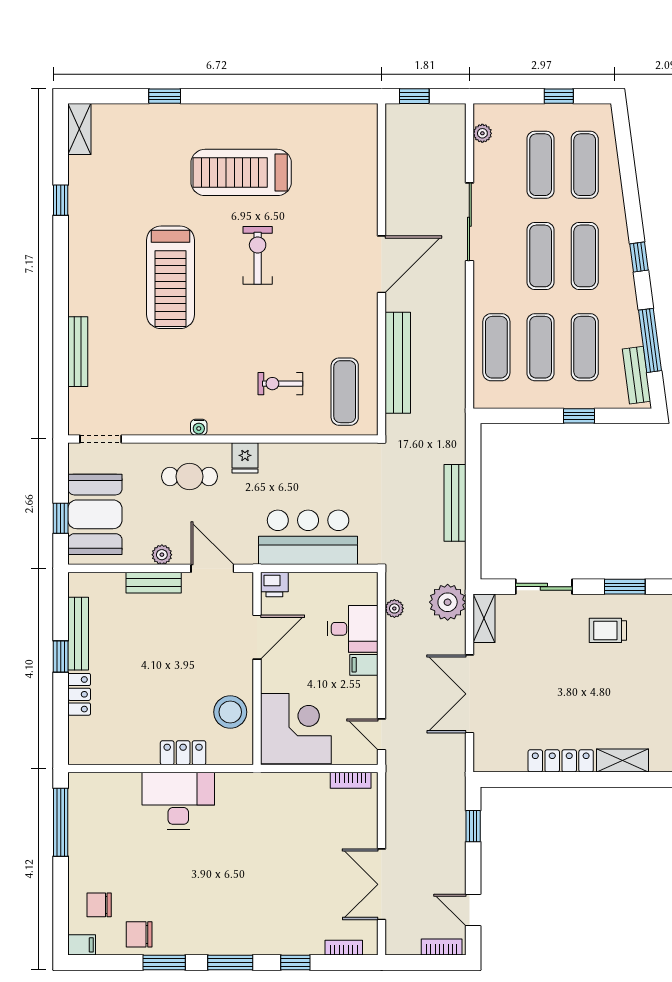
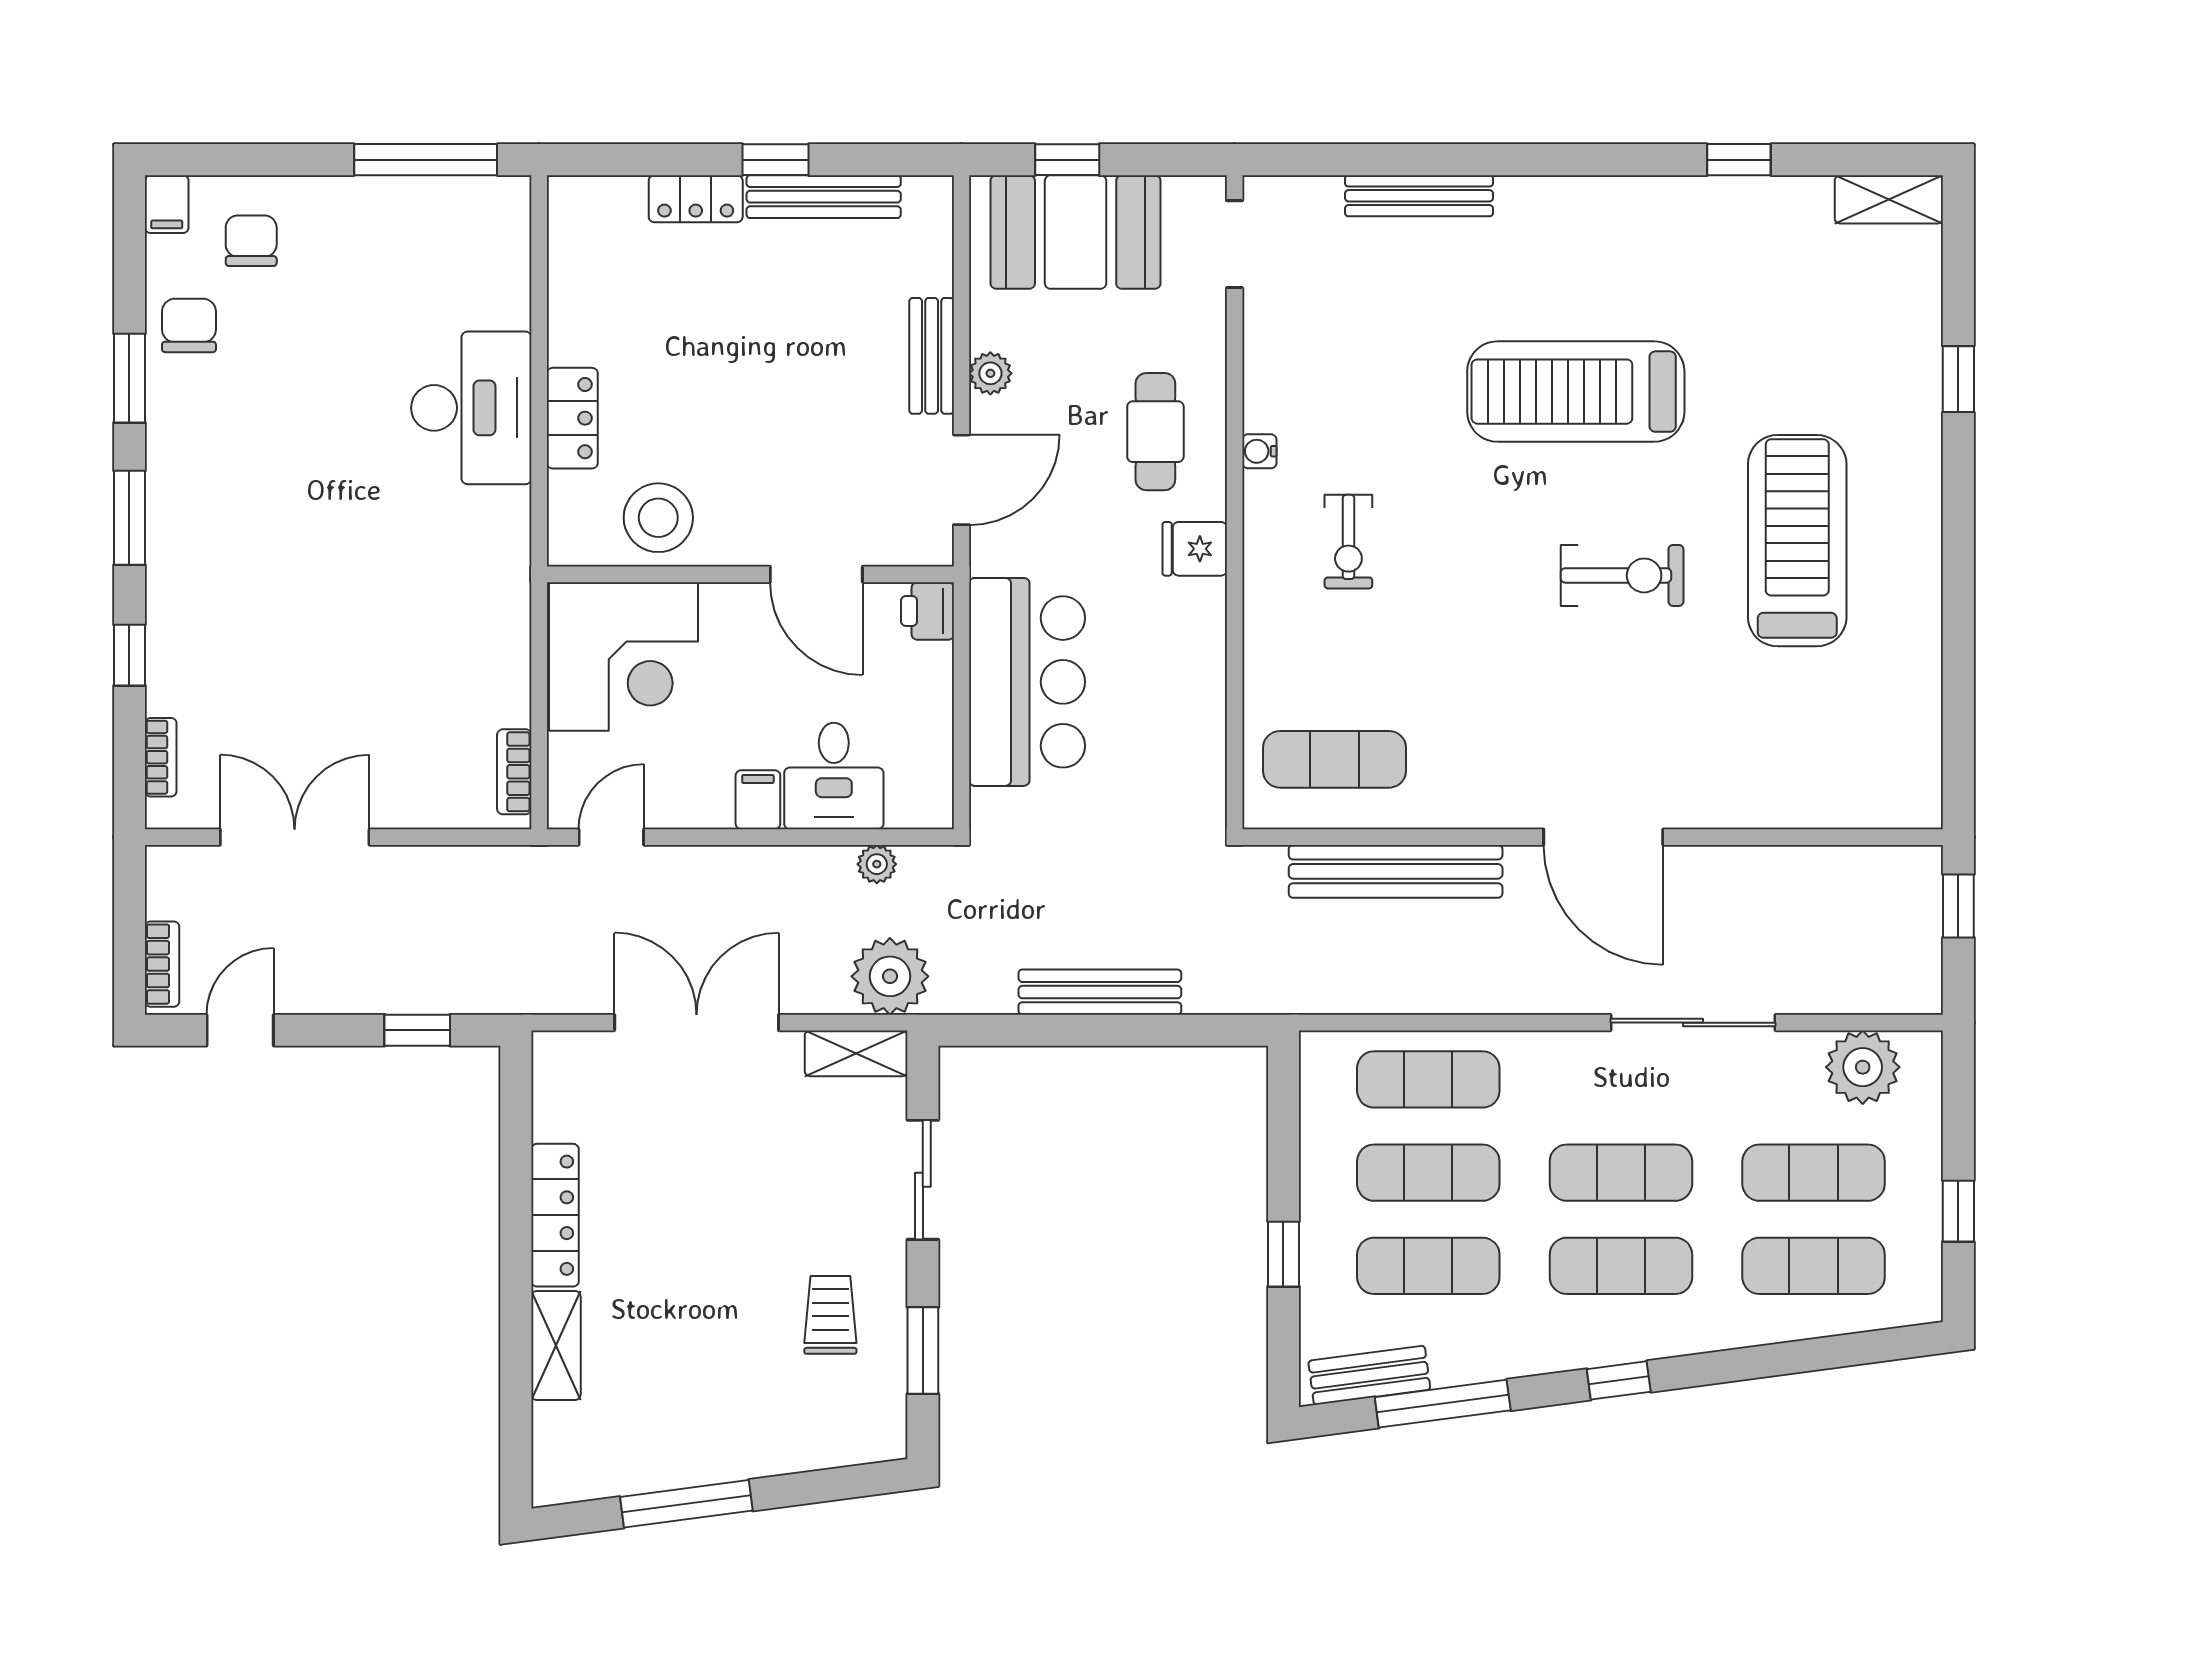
plant: (482, 133) -> (1863, 1067), width x1.88, depth x1.88
exercise bike: (280, 384) -> (1348, 542), moved, turned 180

